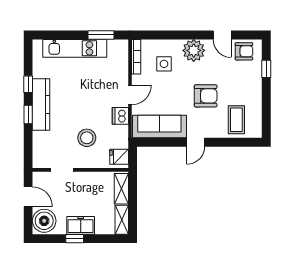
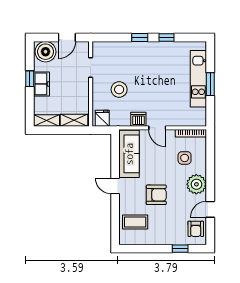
window: (101, 35) -> (210, 84), moved
armchair: (206, 96) -> (156, 195), turned -90
kitchen counter: (41, 104) -> (149, 49), removed

